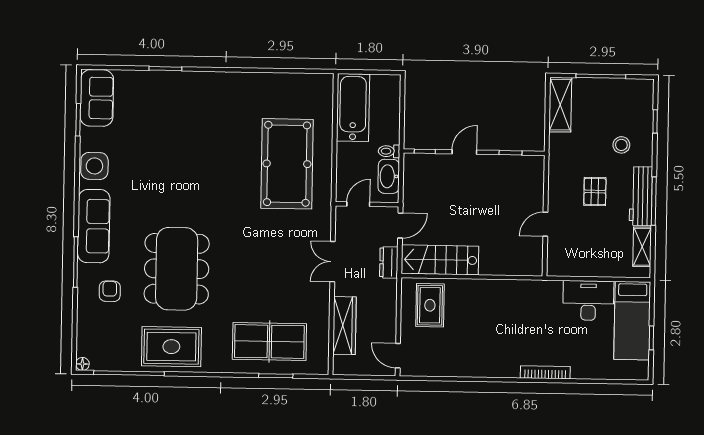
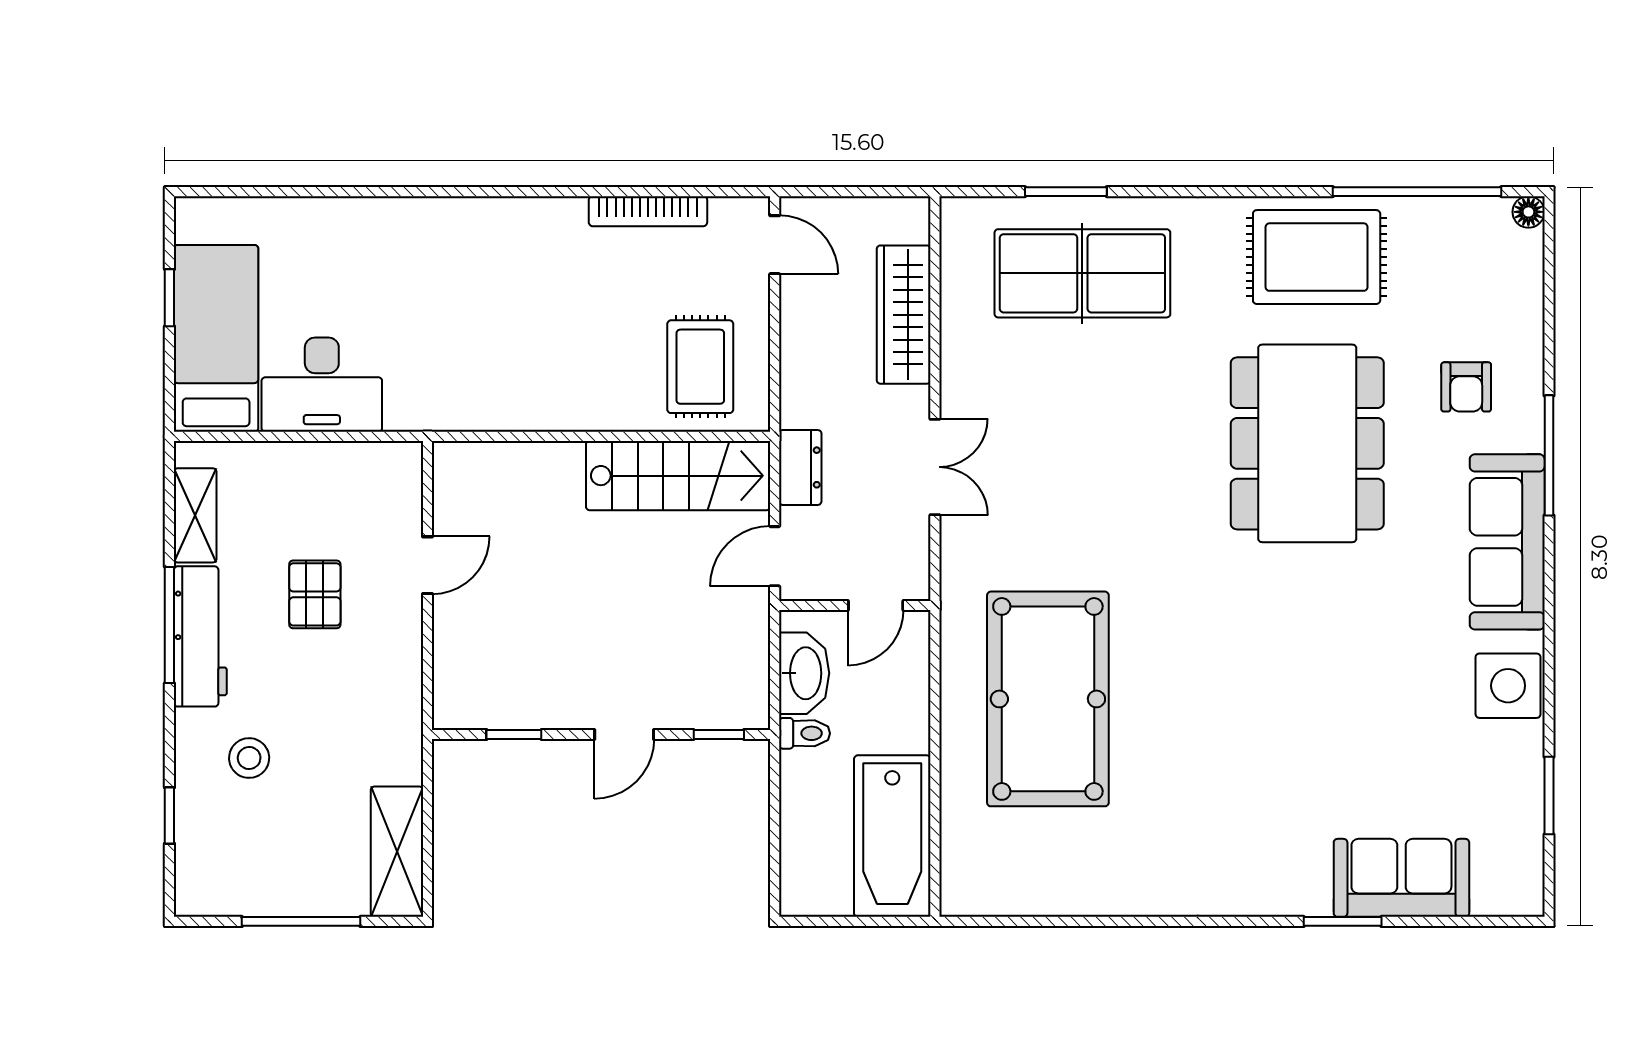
sofa: (97, 98) -> (1401, 878), moved, turned 90
pallet: (595, 191) -> (315, 594), moved
bookcase: (545, 372) -> (648, 211), moved

